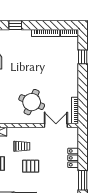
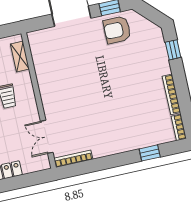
round table: (32, 102) -> (72, 96), removed
double door: (56, 125) -> (47, 137), swing flipped

